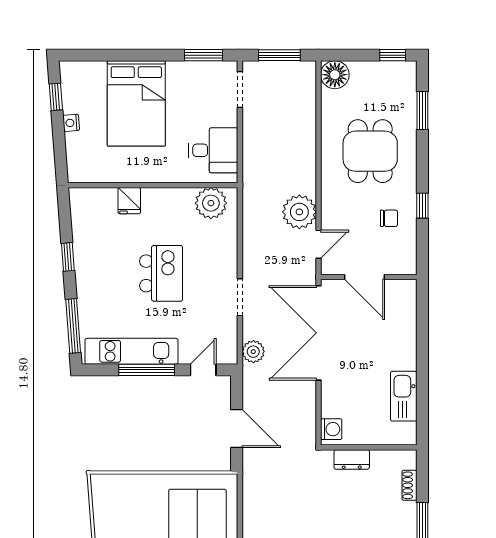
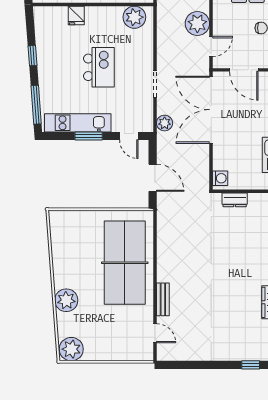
window: (147, 370) -> (89, 136), width x0.69
door: (203, 370) -> (129, 136), swing flipped

